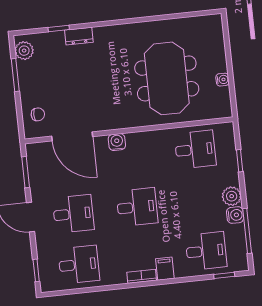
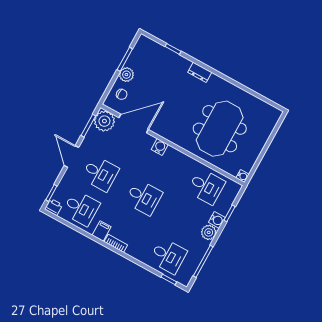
dresser: (79, 36) -> (200, 72), moved
plant: (24, 51) -> (126, 75), moved
water cooler: (222, 80) -> (243, 176), moved
door: (72, 136) -> (134, 124), swing flipped
plant: (39, 155) -> (104, 121), added
water cooler: (235, 215) -> (217, 220), moved
filing cabinet: (165, 269) -> (102, 231), moved
printer: (49, 284) -> (54, 207), added

